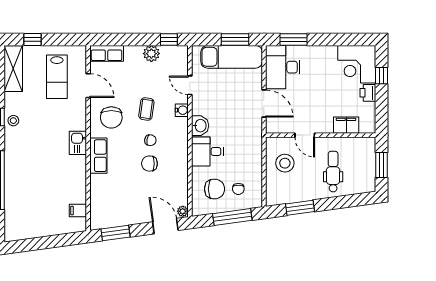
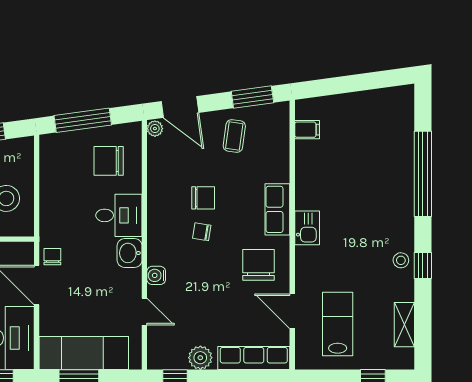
row of seats: (107, 53) -> (254, 358), width x1.48
shelving: (13, 69) -> (404, 325), width x0.67, depth x0.75
coffee table: (146, 109) -> (234, 136), moved
chair: (238, 189) -> (52, 257), moved

